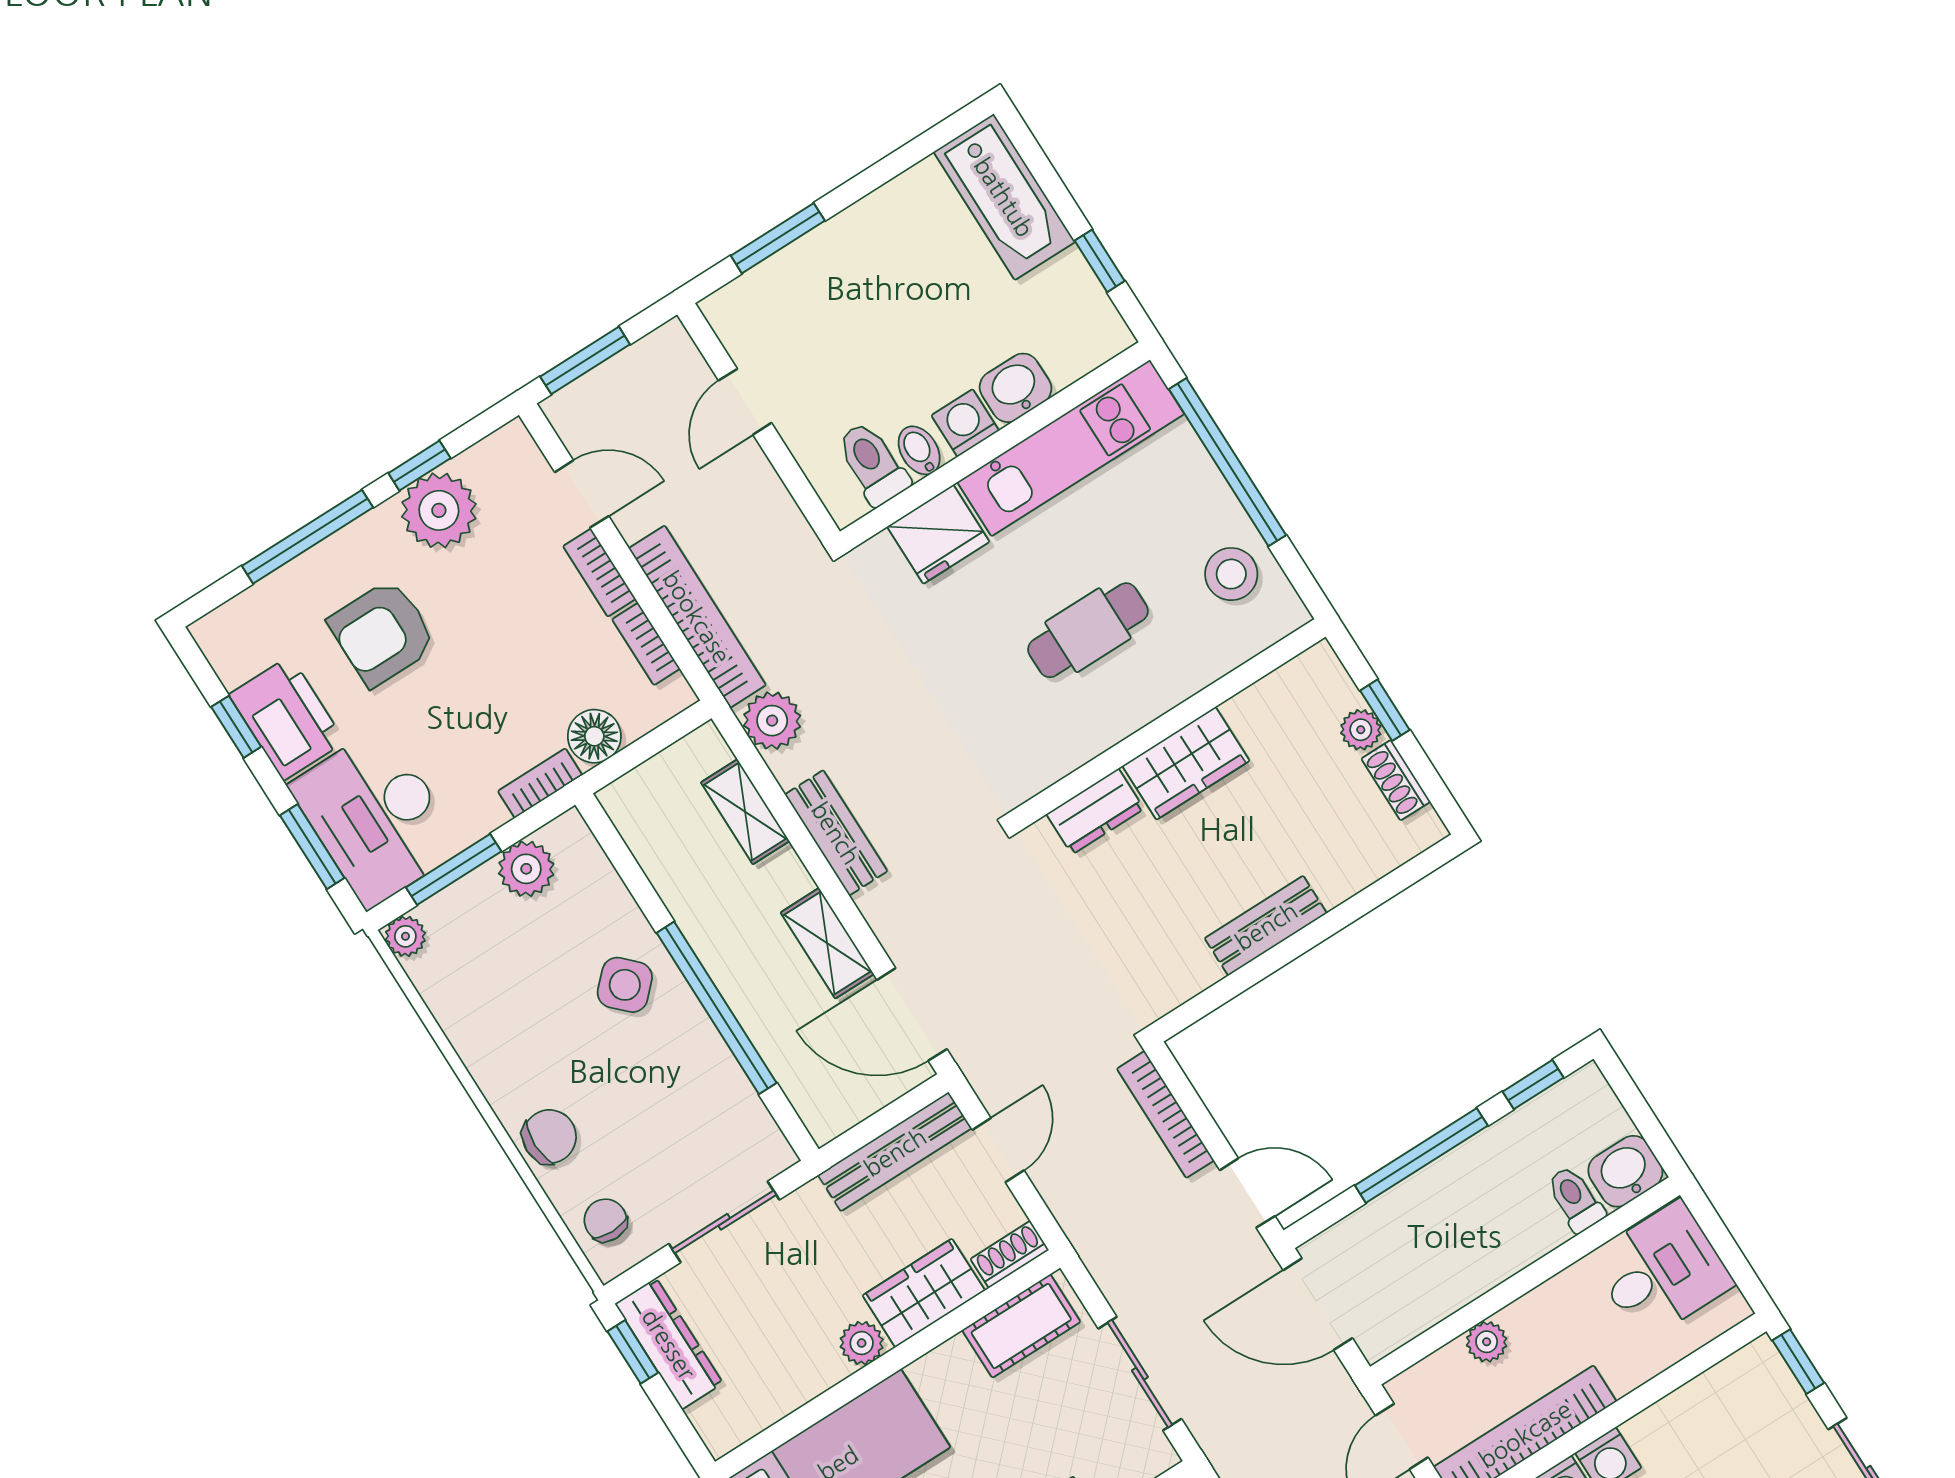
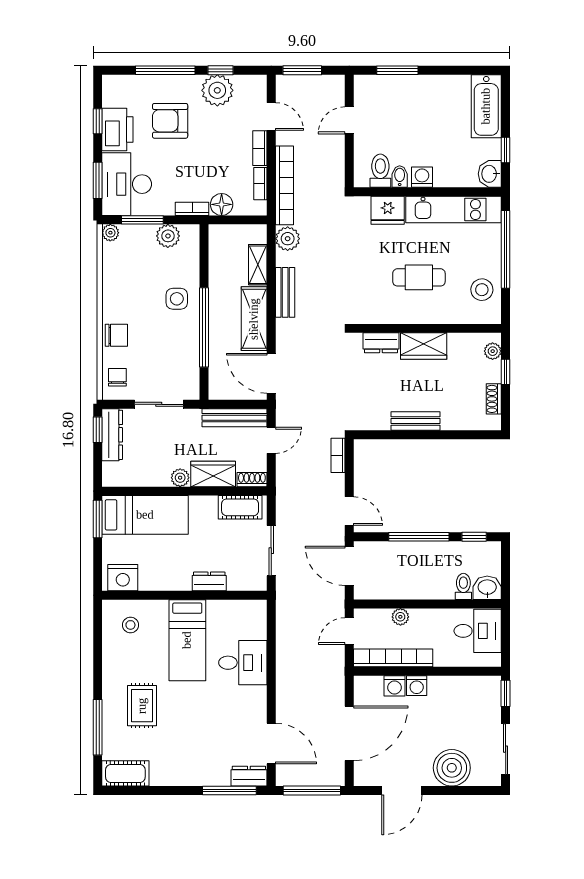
washbasin: (1015, 388) -> (490, 174), moved, turned -90
plant: (1361, 730) -> (493, 351), moved
shelving: (827, 943) -> (254, 319), width x1.50, depth x1.33
side table: (625, 985) -> (177, 299), turned 45
bookcase: (1165, 1115) -> (338, 455), width x0.64

